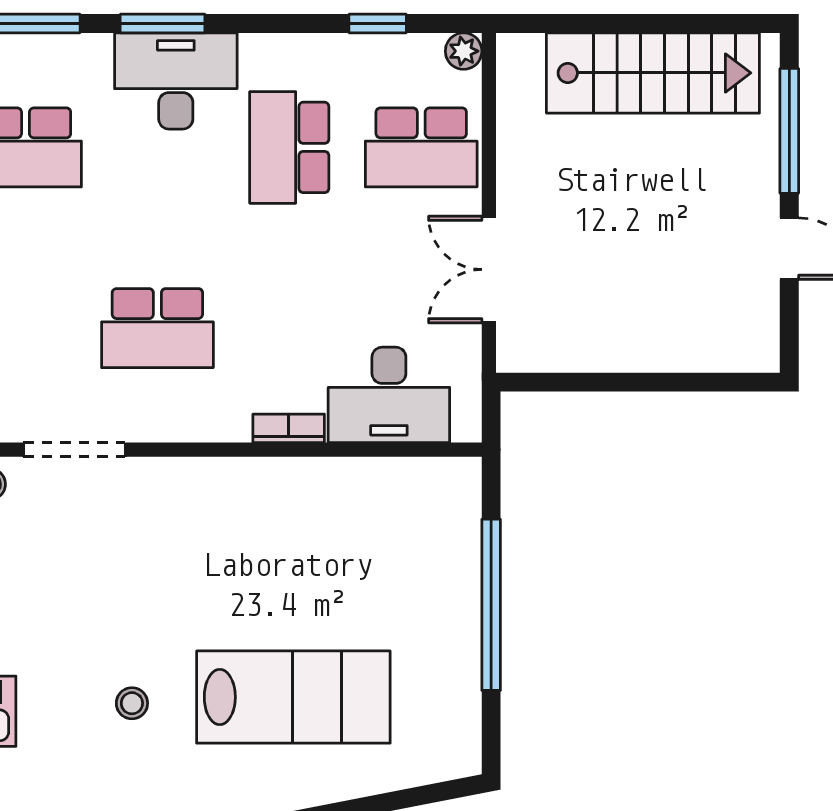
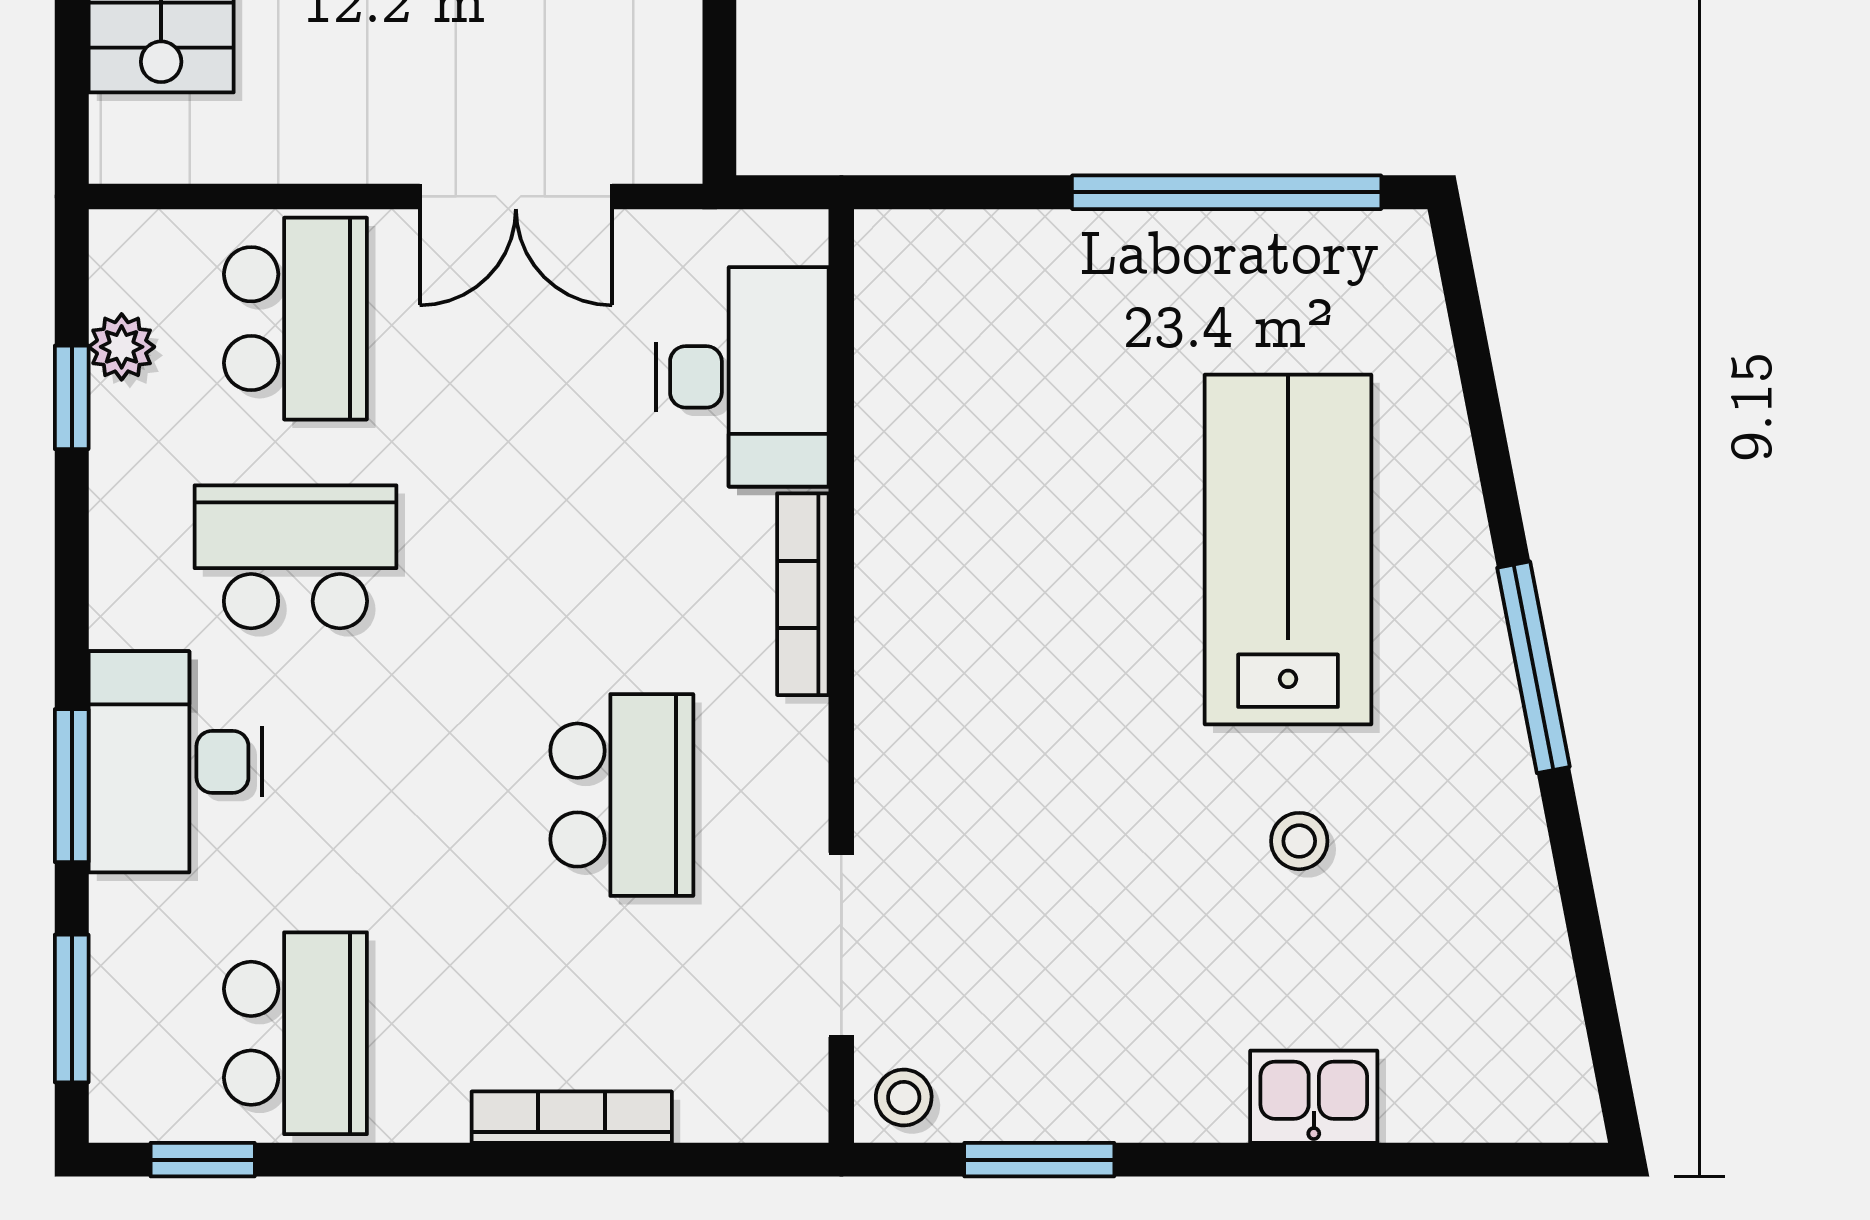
plant: (464, 51) -> (122, 347), moved
school desk: (289, 147) -> (295, 557), turned 180
bookcase: (289, 428) -> (803, 594), width x1.56
window: (491, 605) -> (1227, 192), moved

